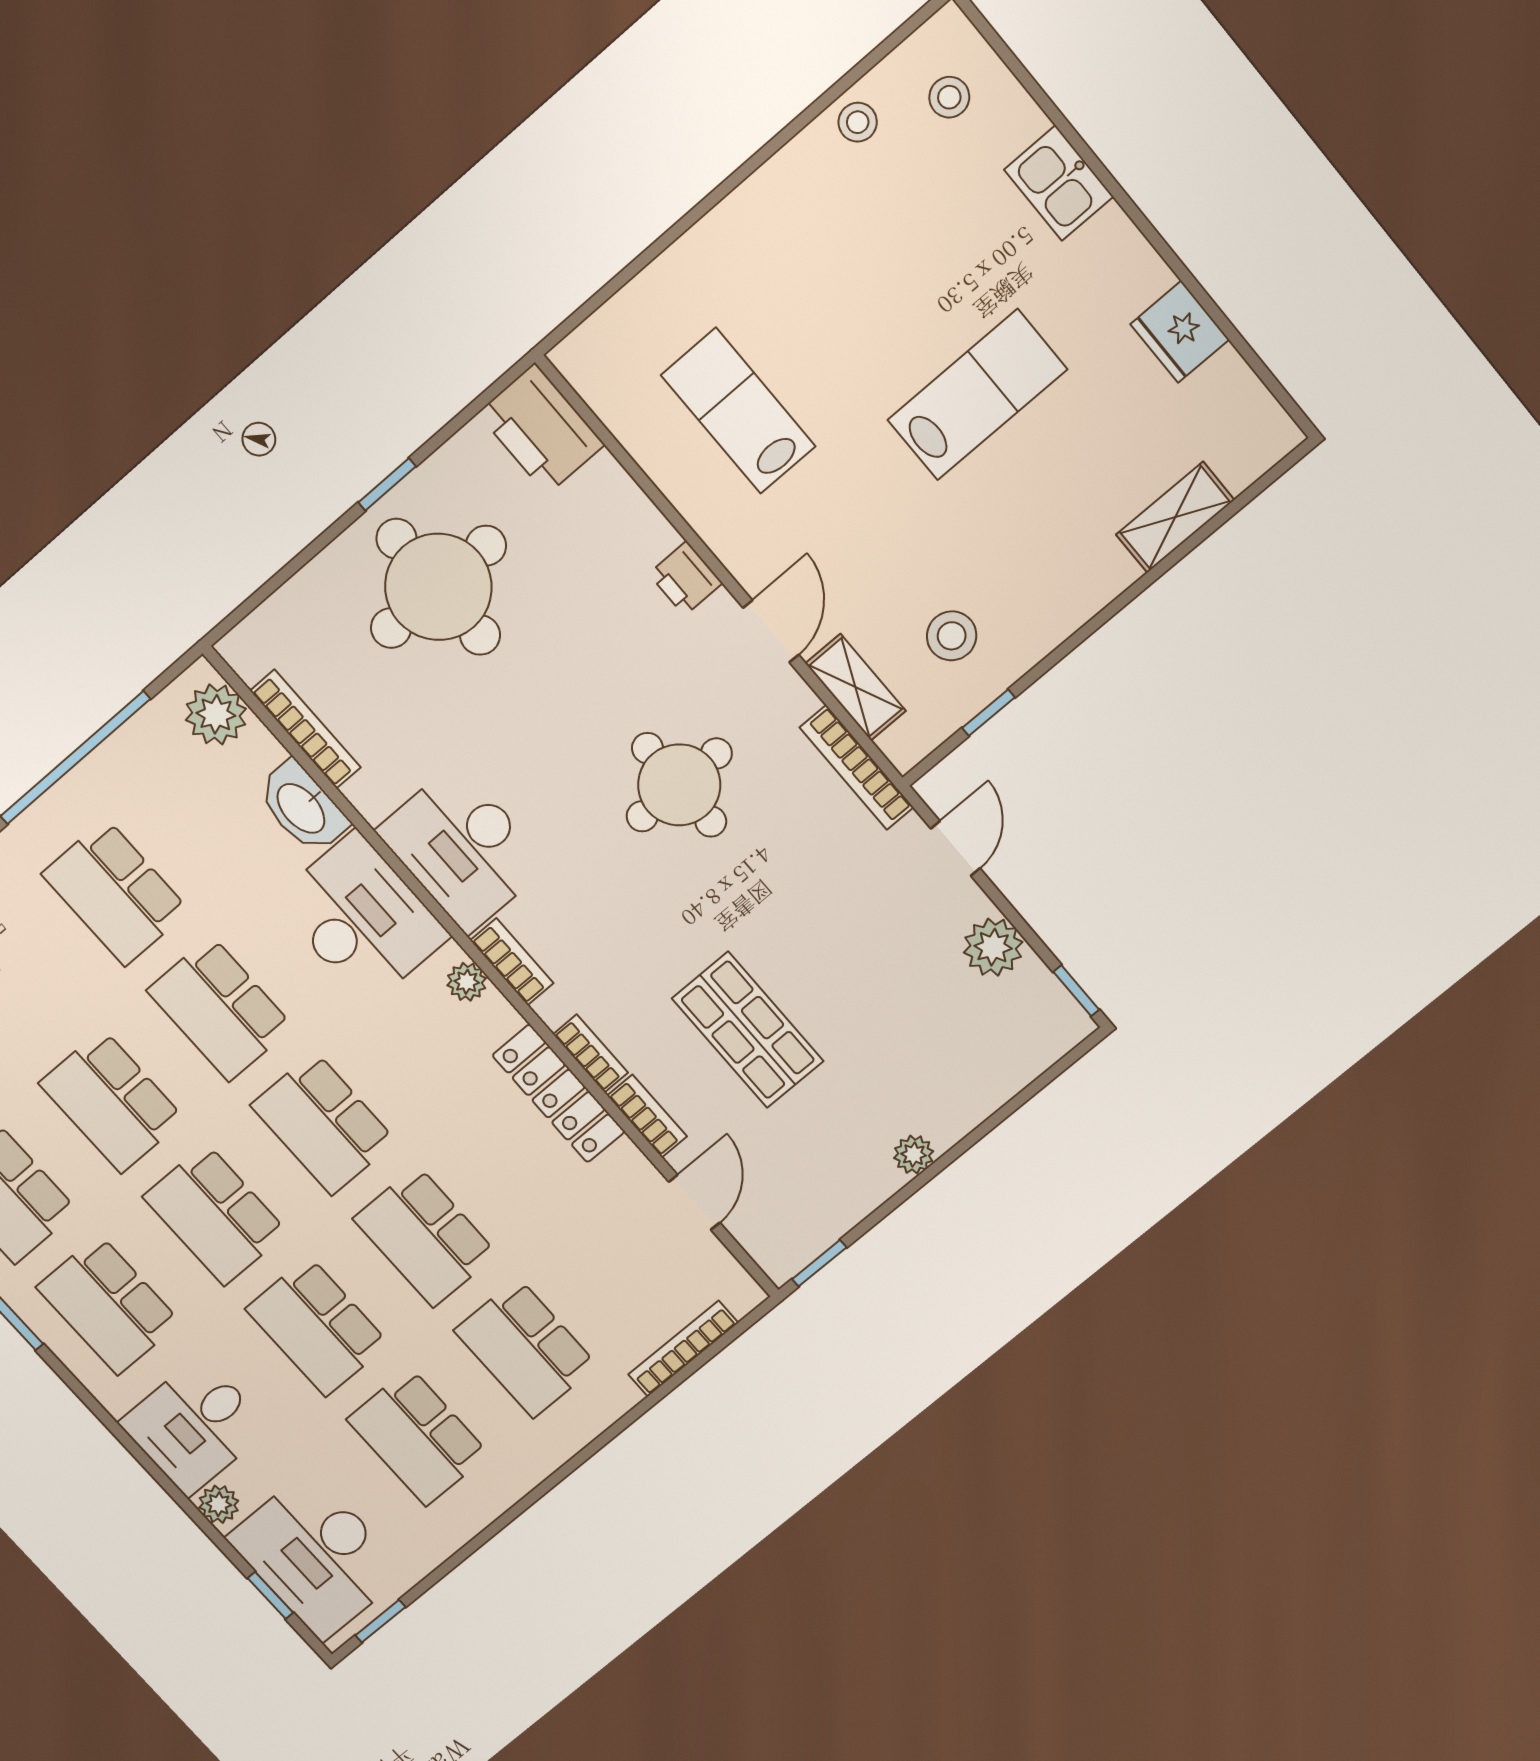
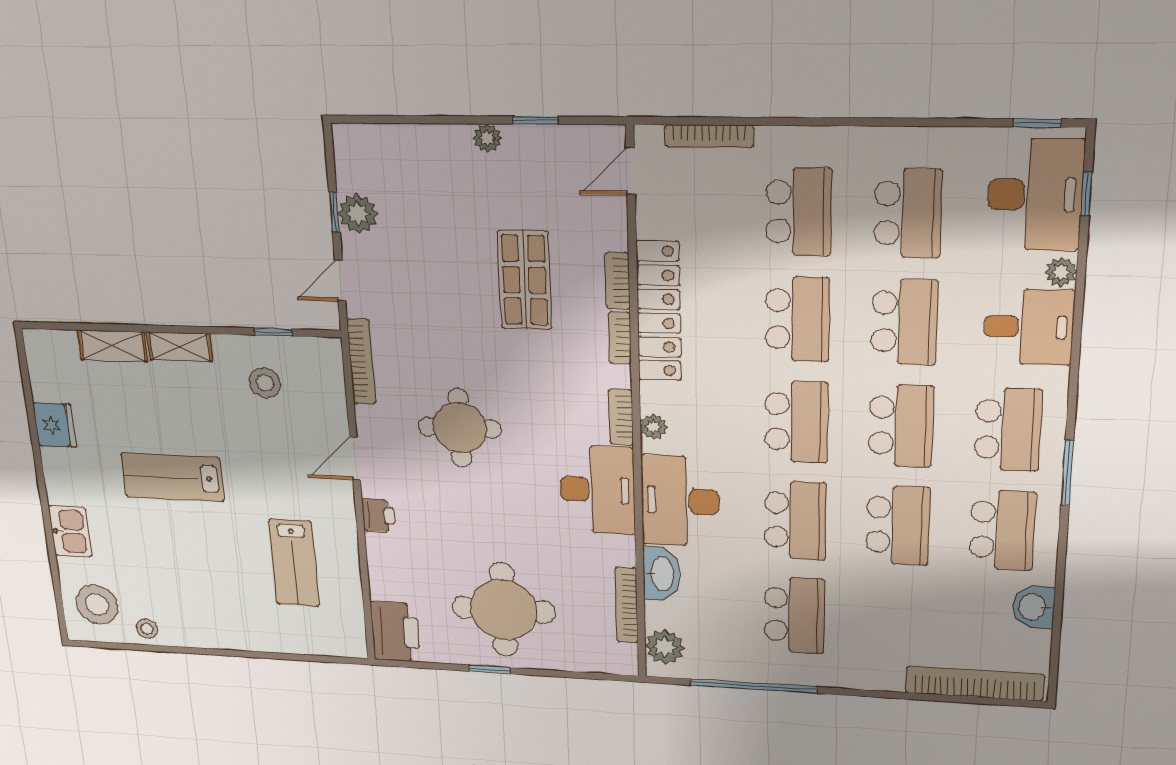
stool: (949, 97) -> (97, 604), width x1.89, depth x1.89
shelving: (856, 687) -> (180, 347), moved, turned 90
window: (1076, 991) -> (334, 212), moved
locker: (559, 1094) -> (659, 311), width x1.41, depth x1.21
door: (694, 1202) -> (631, 171), moved
window: (819, 1263) -> (535, 120), moved

